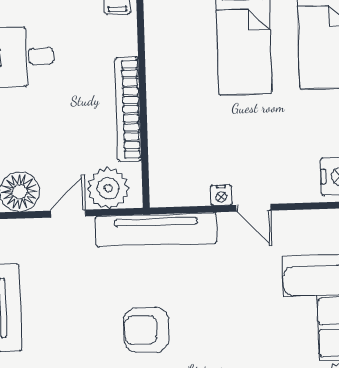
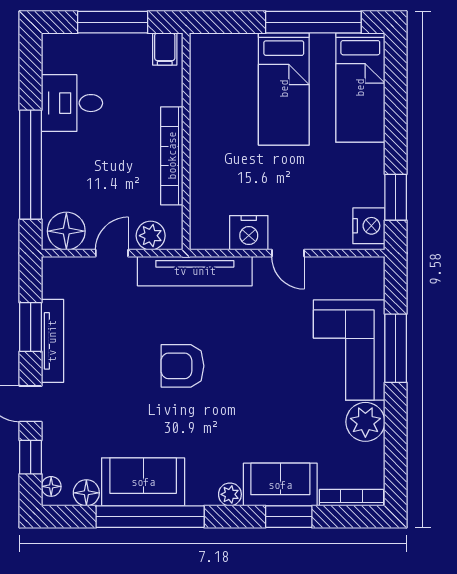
plant: (108, 188) -> (151, 236), width x0.73, depth x0.73
nightstand: (221, 195) -> (249, 233), width x1.89, depth x1.79

